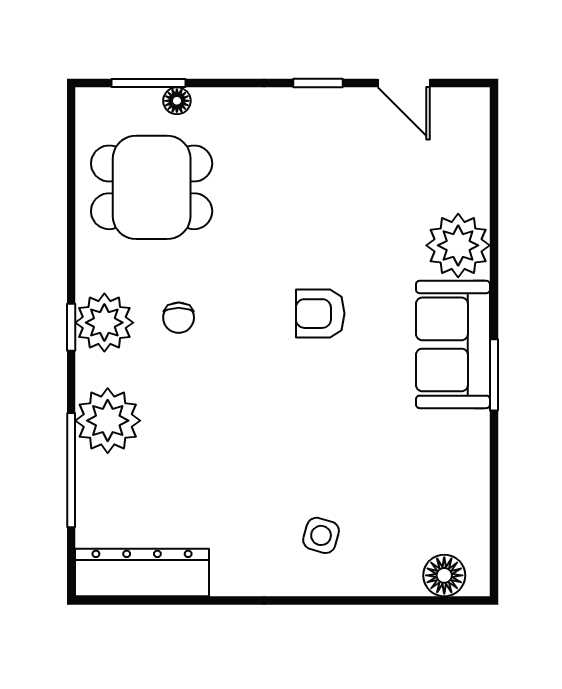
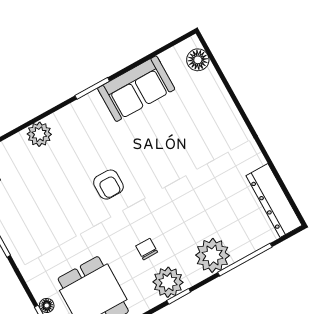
plant: (458, 245) -> (39, 134), width x0.73, depth x0.73
chair: (179, 318) -> (147, 249), turned -90
sofa: (453, 344) -> (136, 89), moved
side table: (321, 535) -> (211, 127), removed

